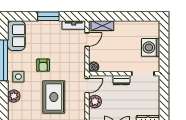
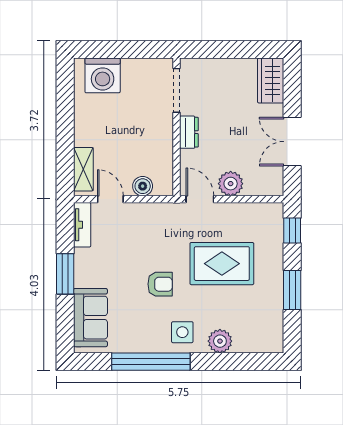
sofa: (16, 36) -> (90, 318), moved, turned 90
washing machine: (151, 47) -> (103, 75), moved
boiler: (94, 67) -> (143, 186), moved

